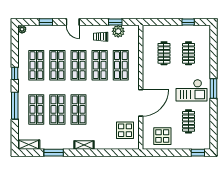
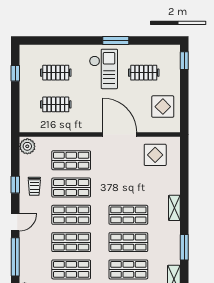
window: (46, 22) -> (15, 257), width x2.17
window: (115, 22) -> (15, 185), moved
plant: (118, 31) -> (27, 146), moved
window: (213, 88) -> (116, 41), moved

